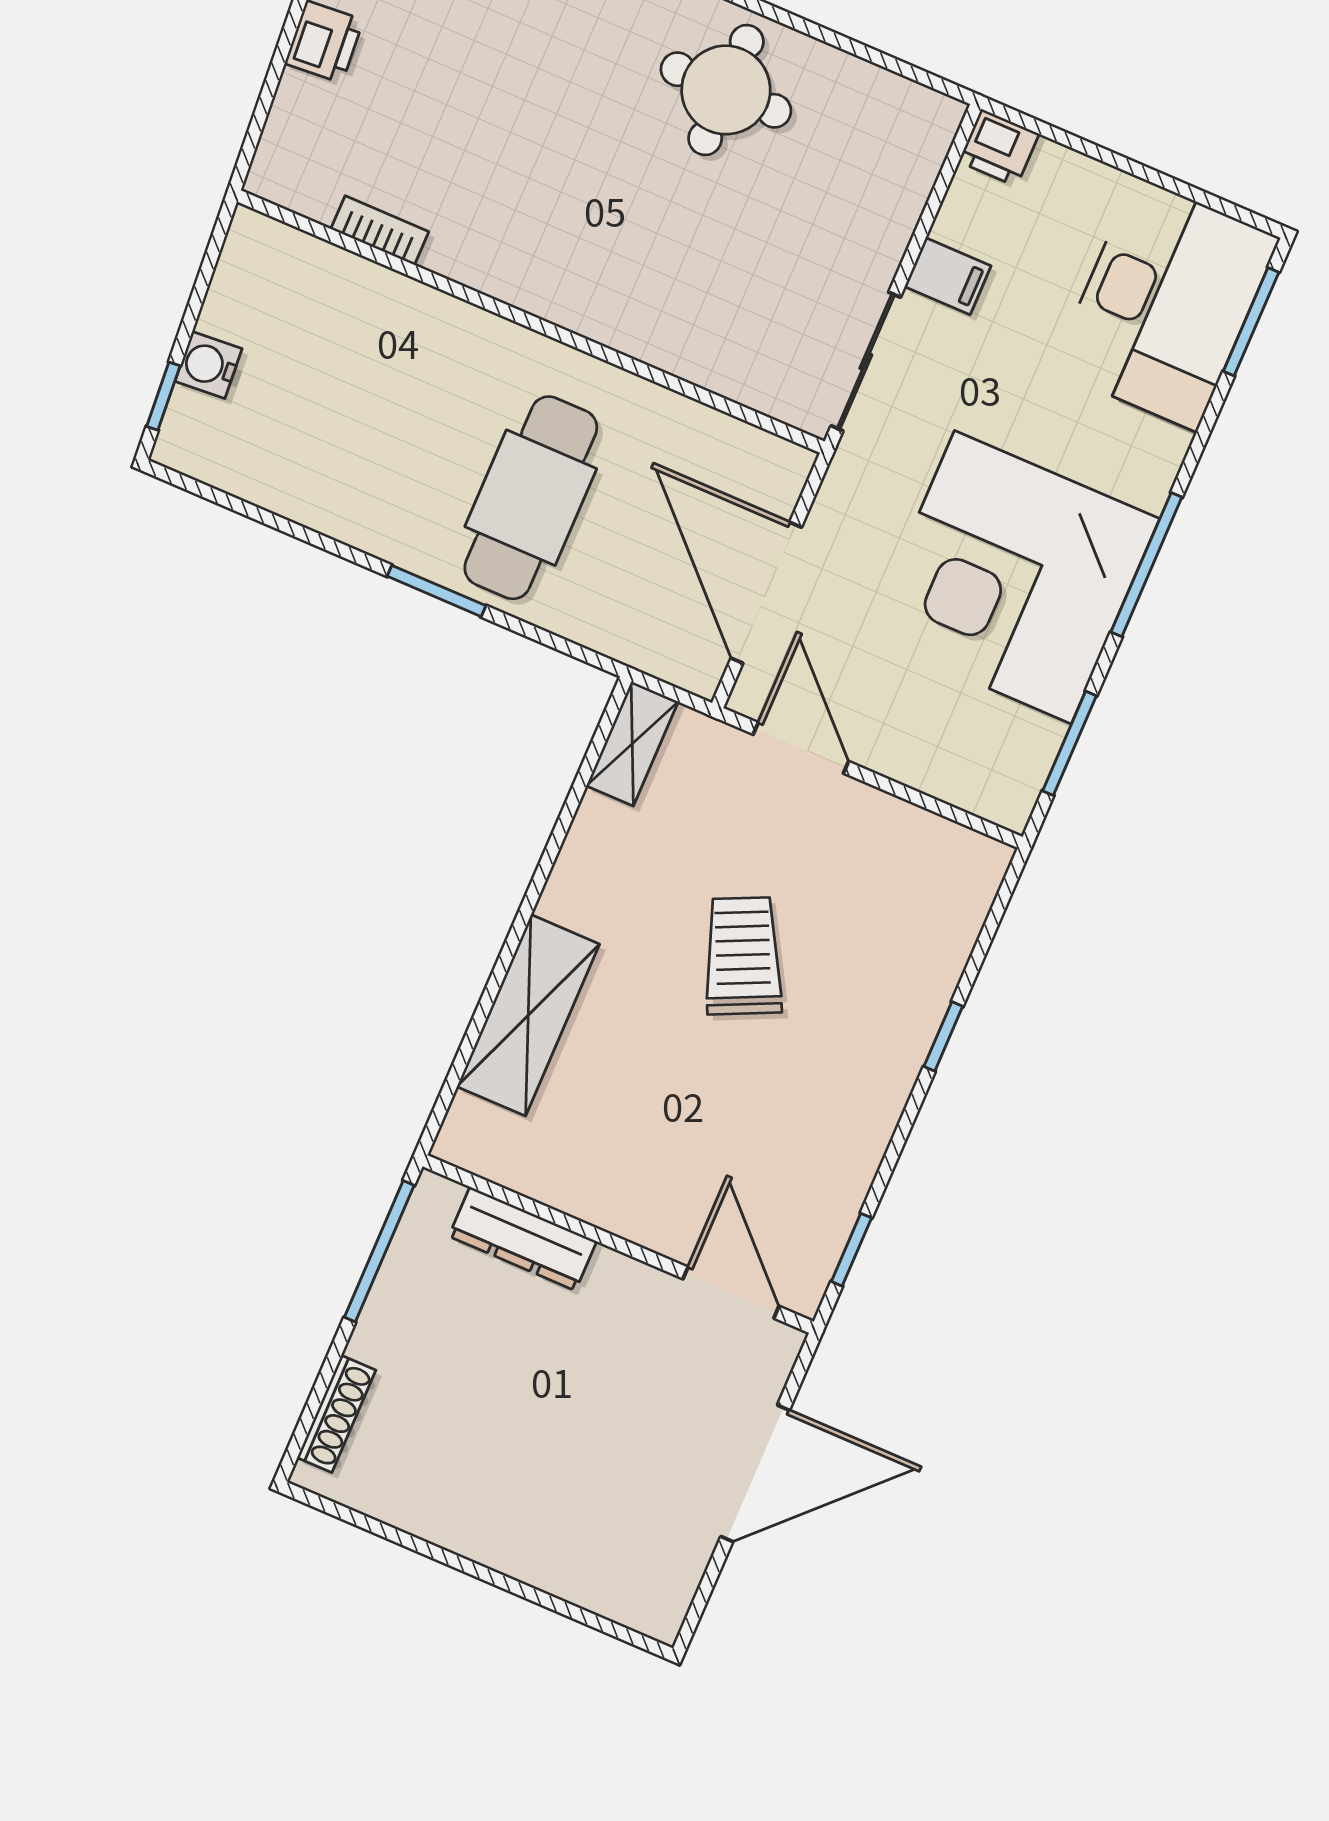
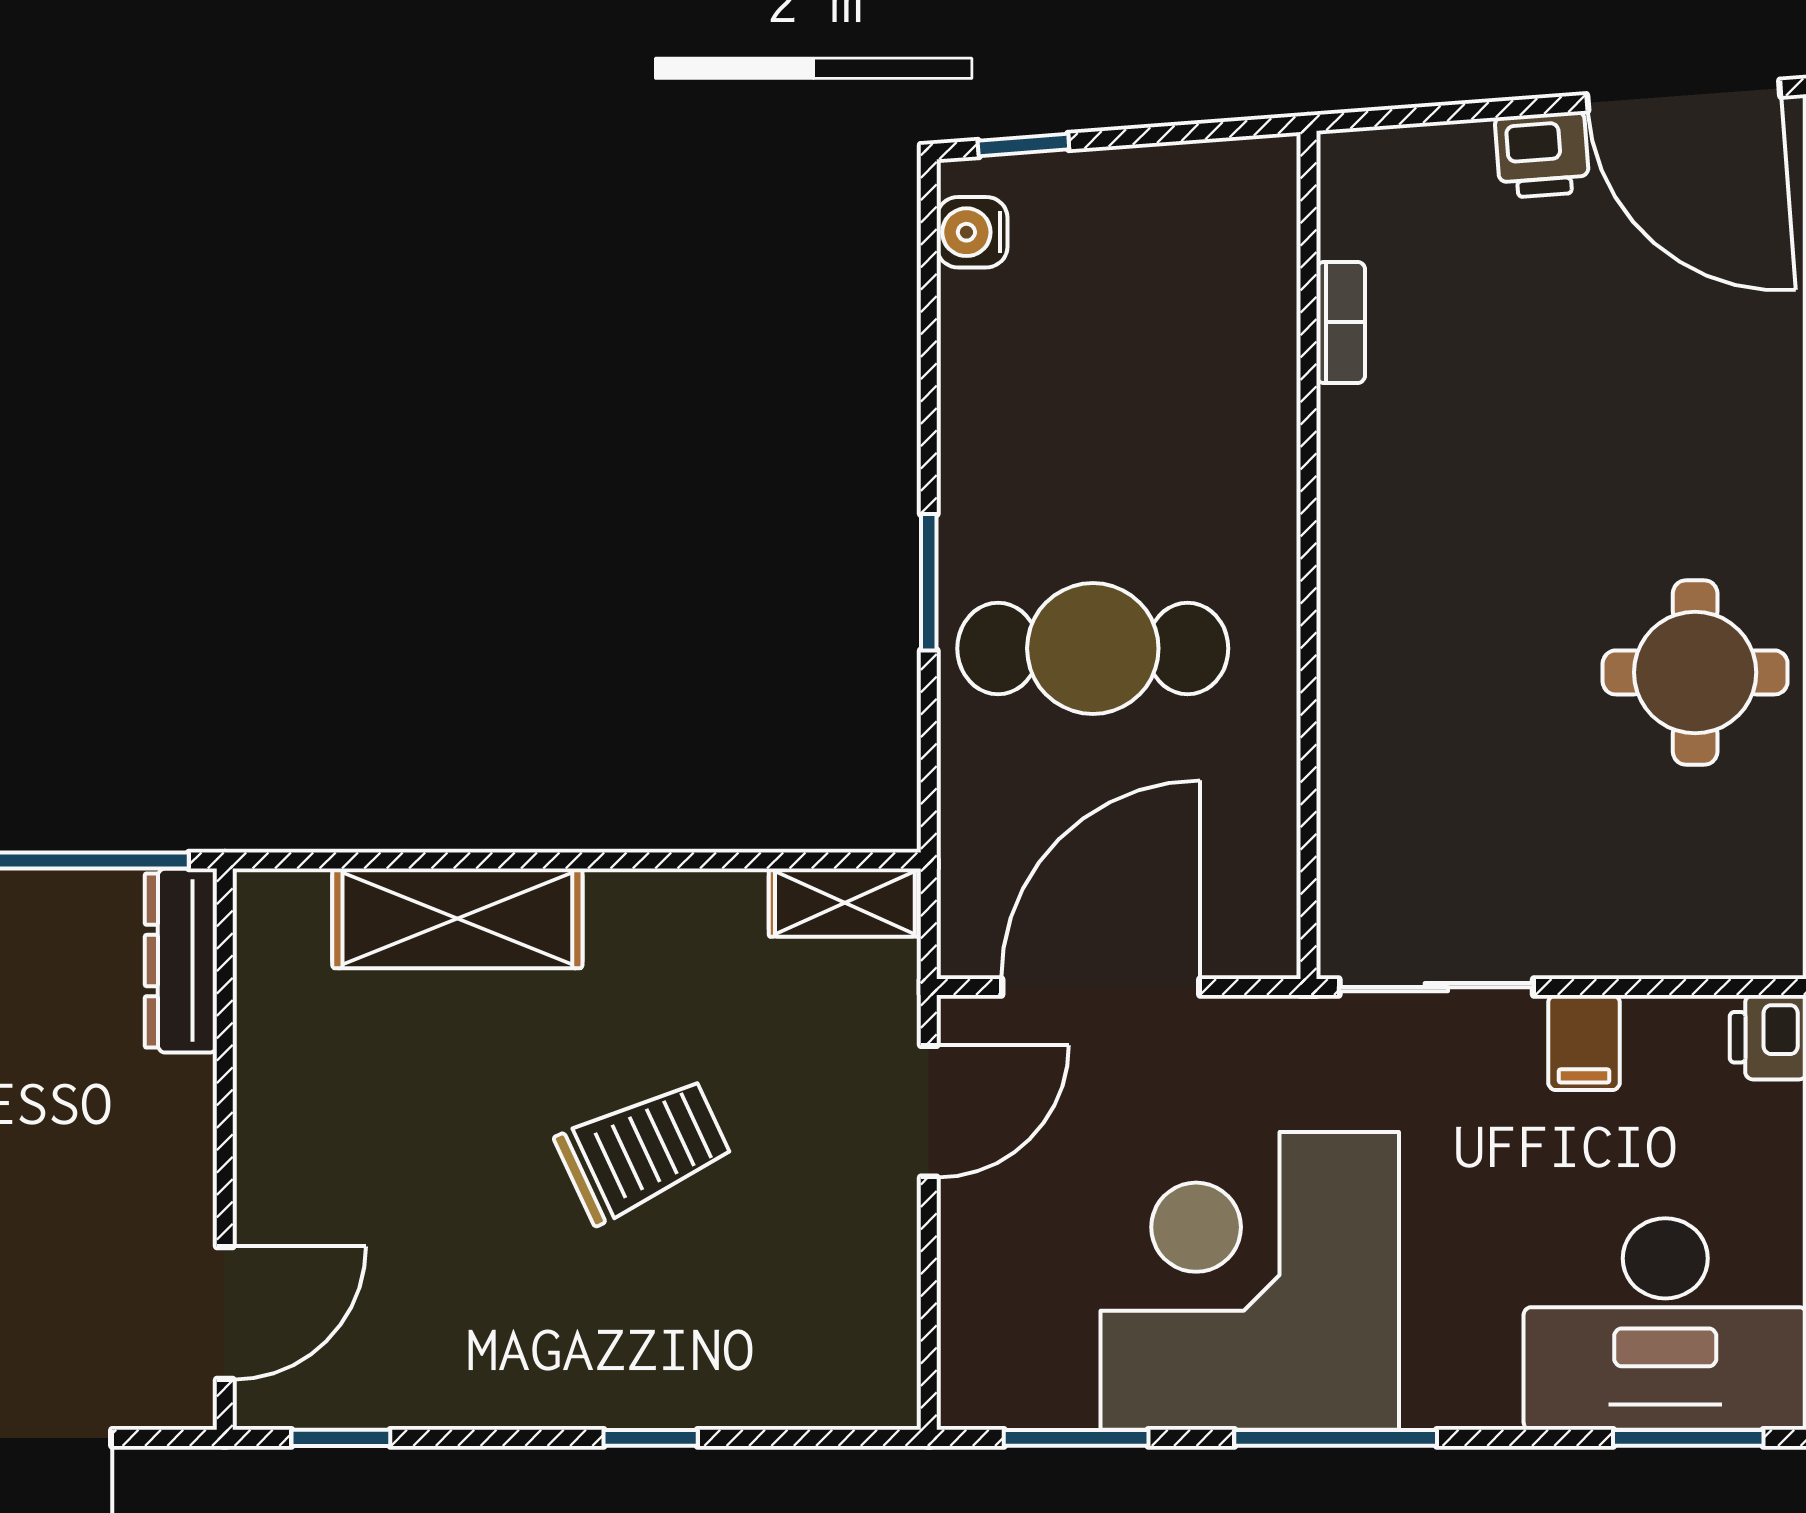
water cooler: (208, 365) -> (972, 232), moved, turned -86
dresser: (523, 1239) -> (181, 961), moved

